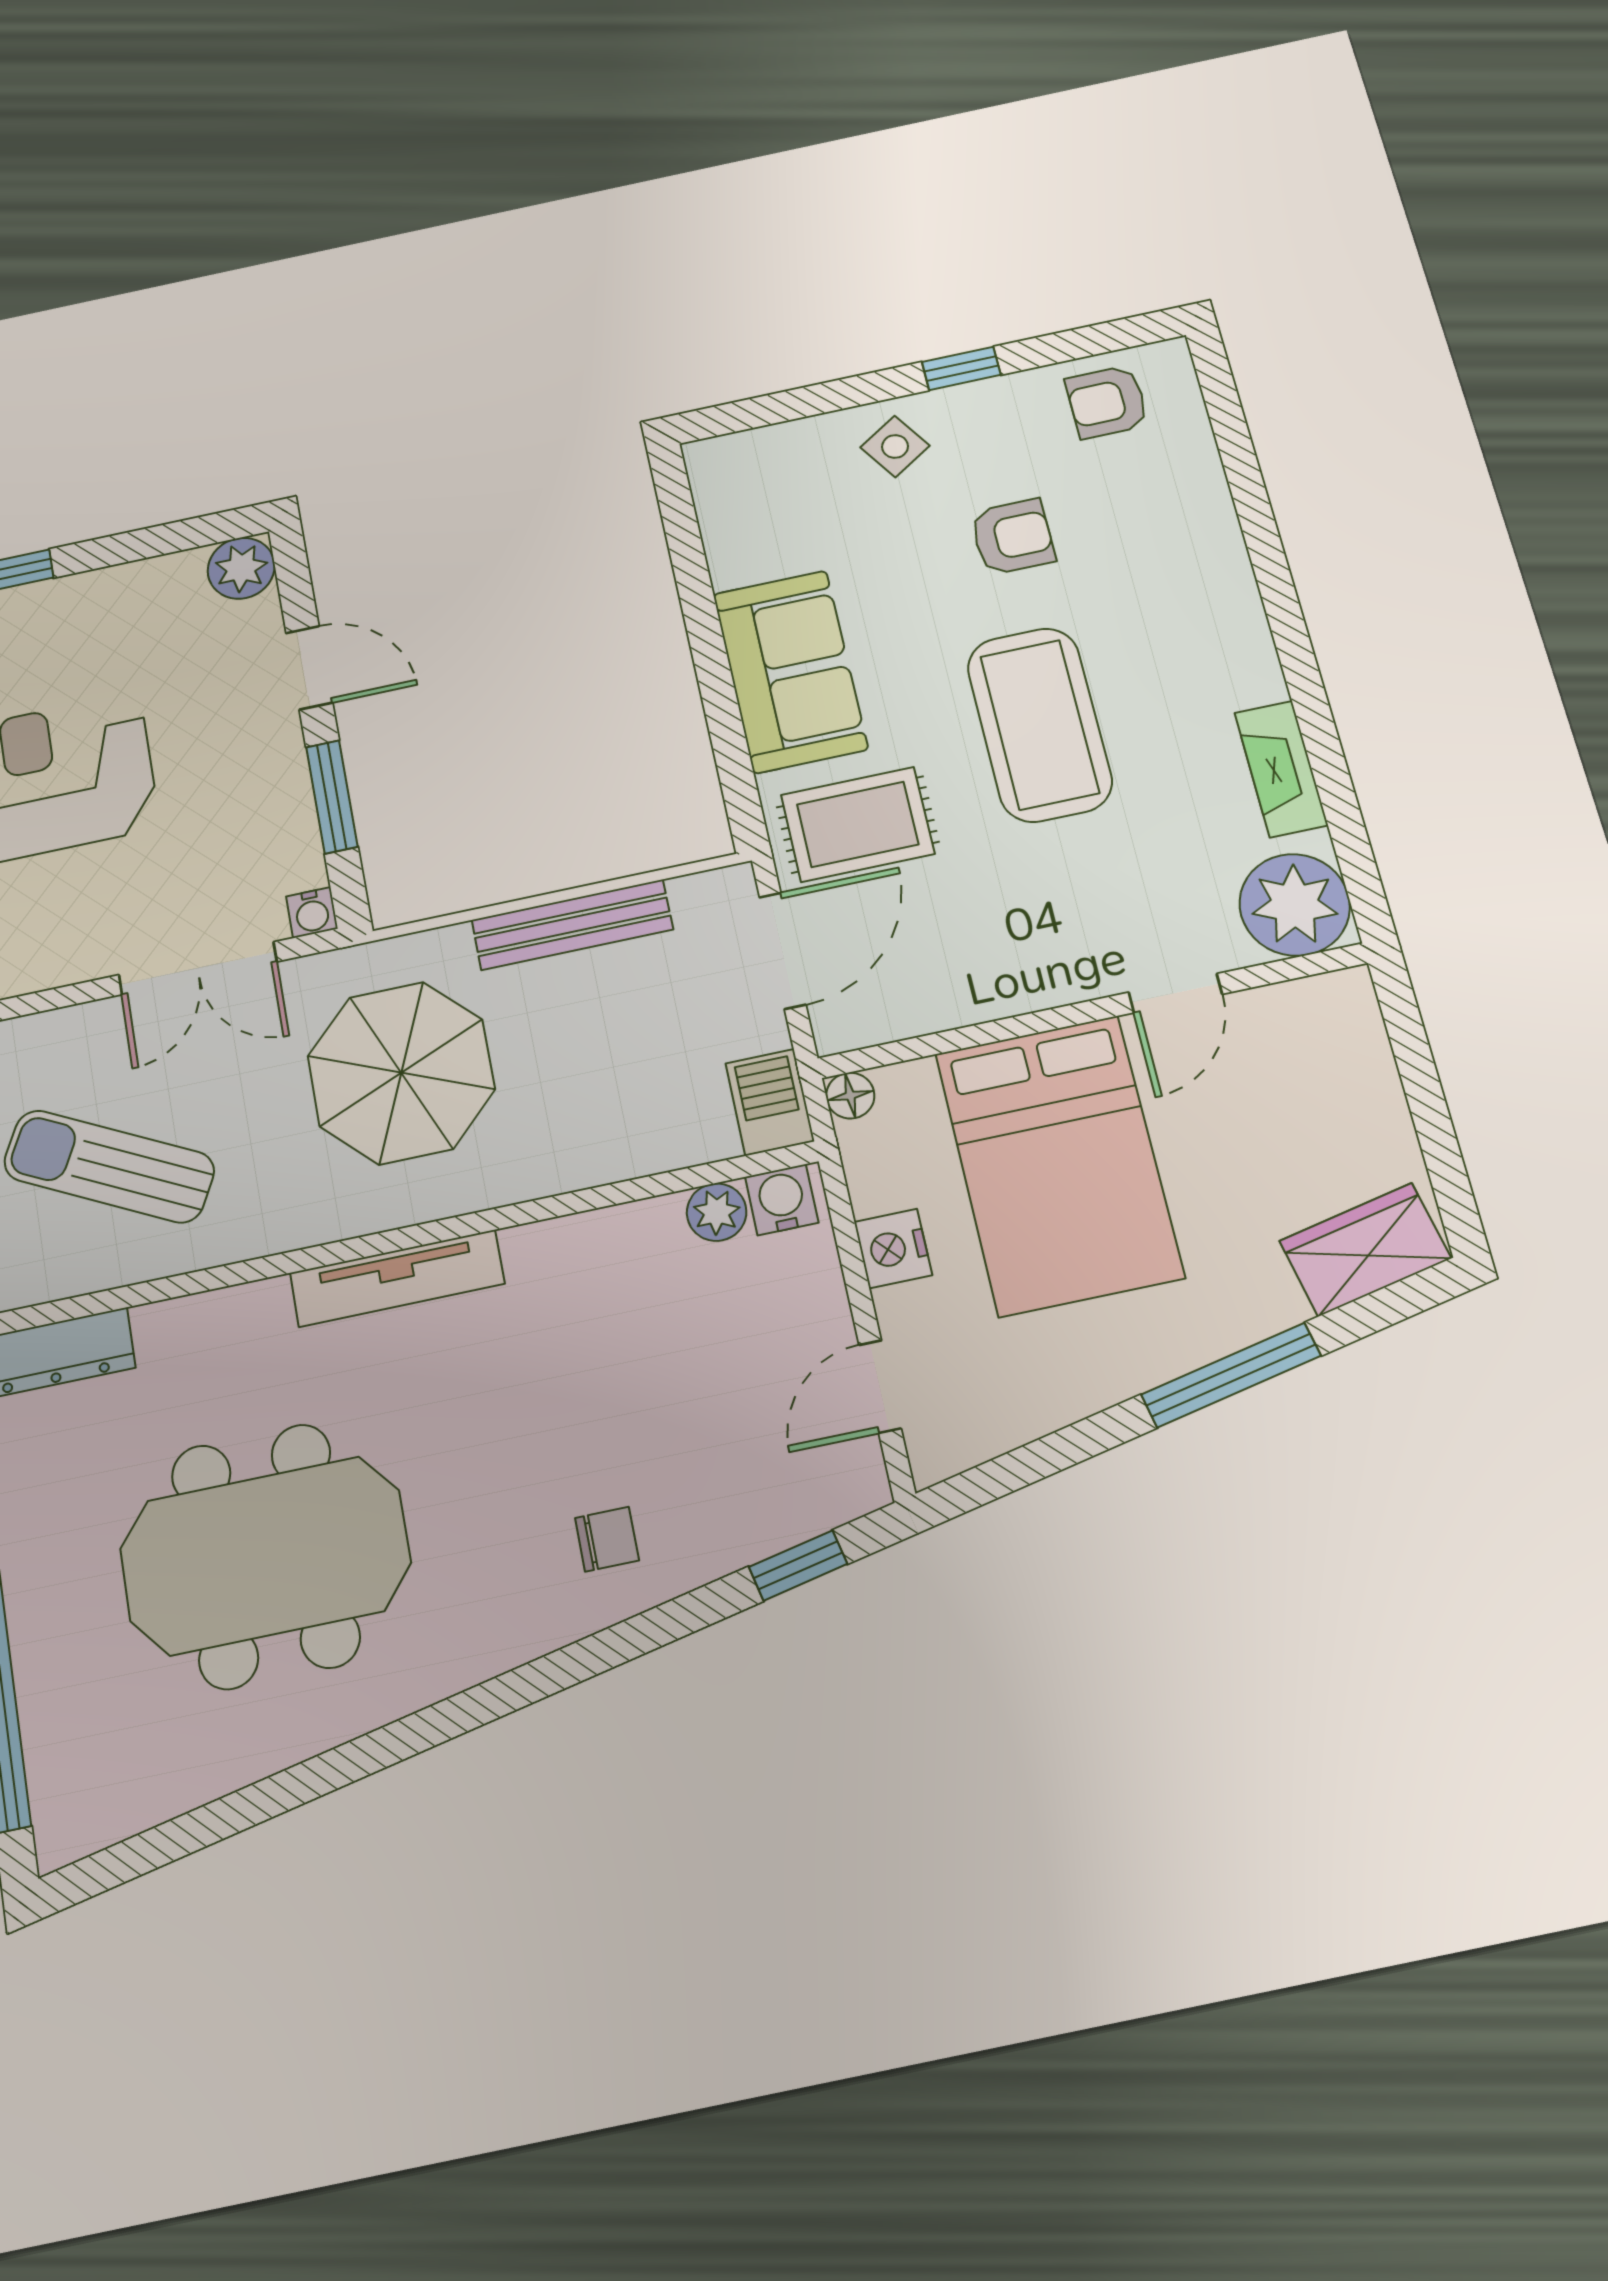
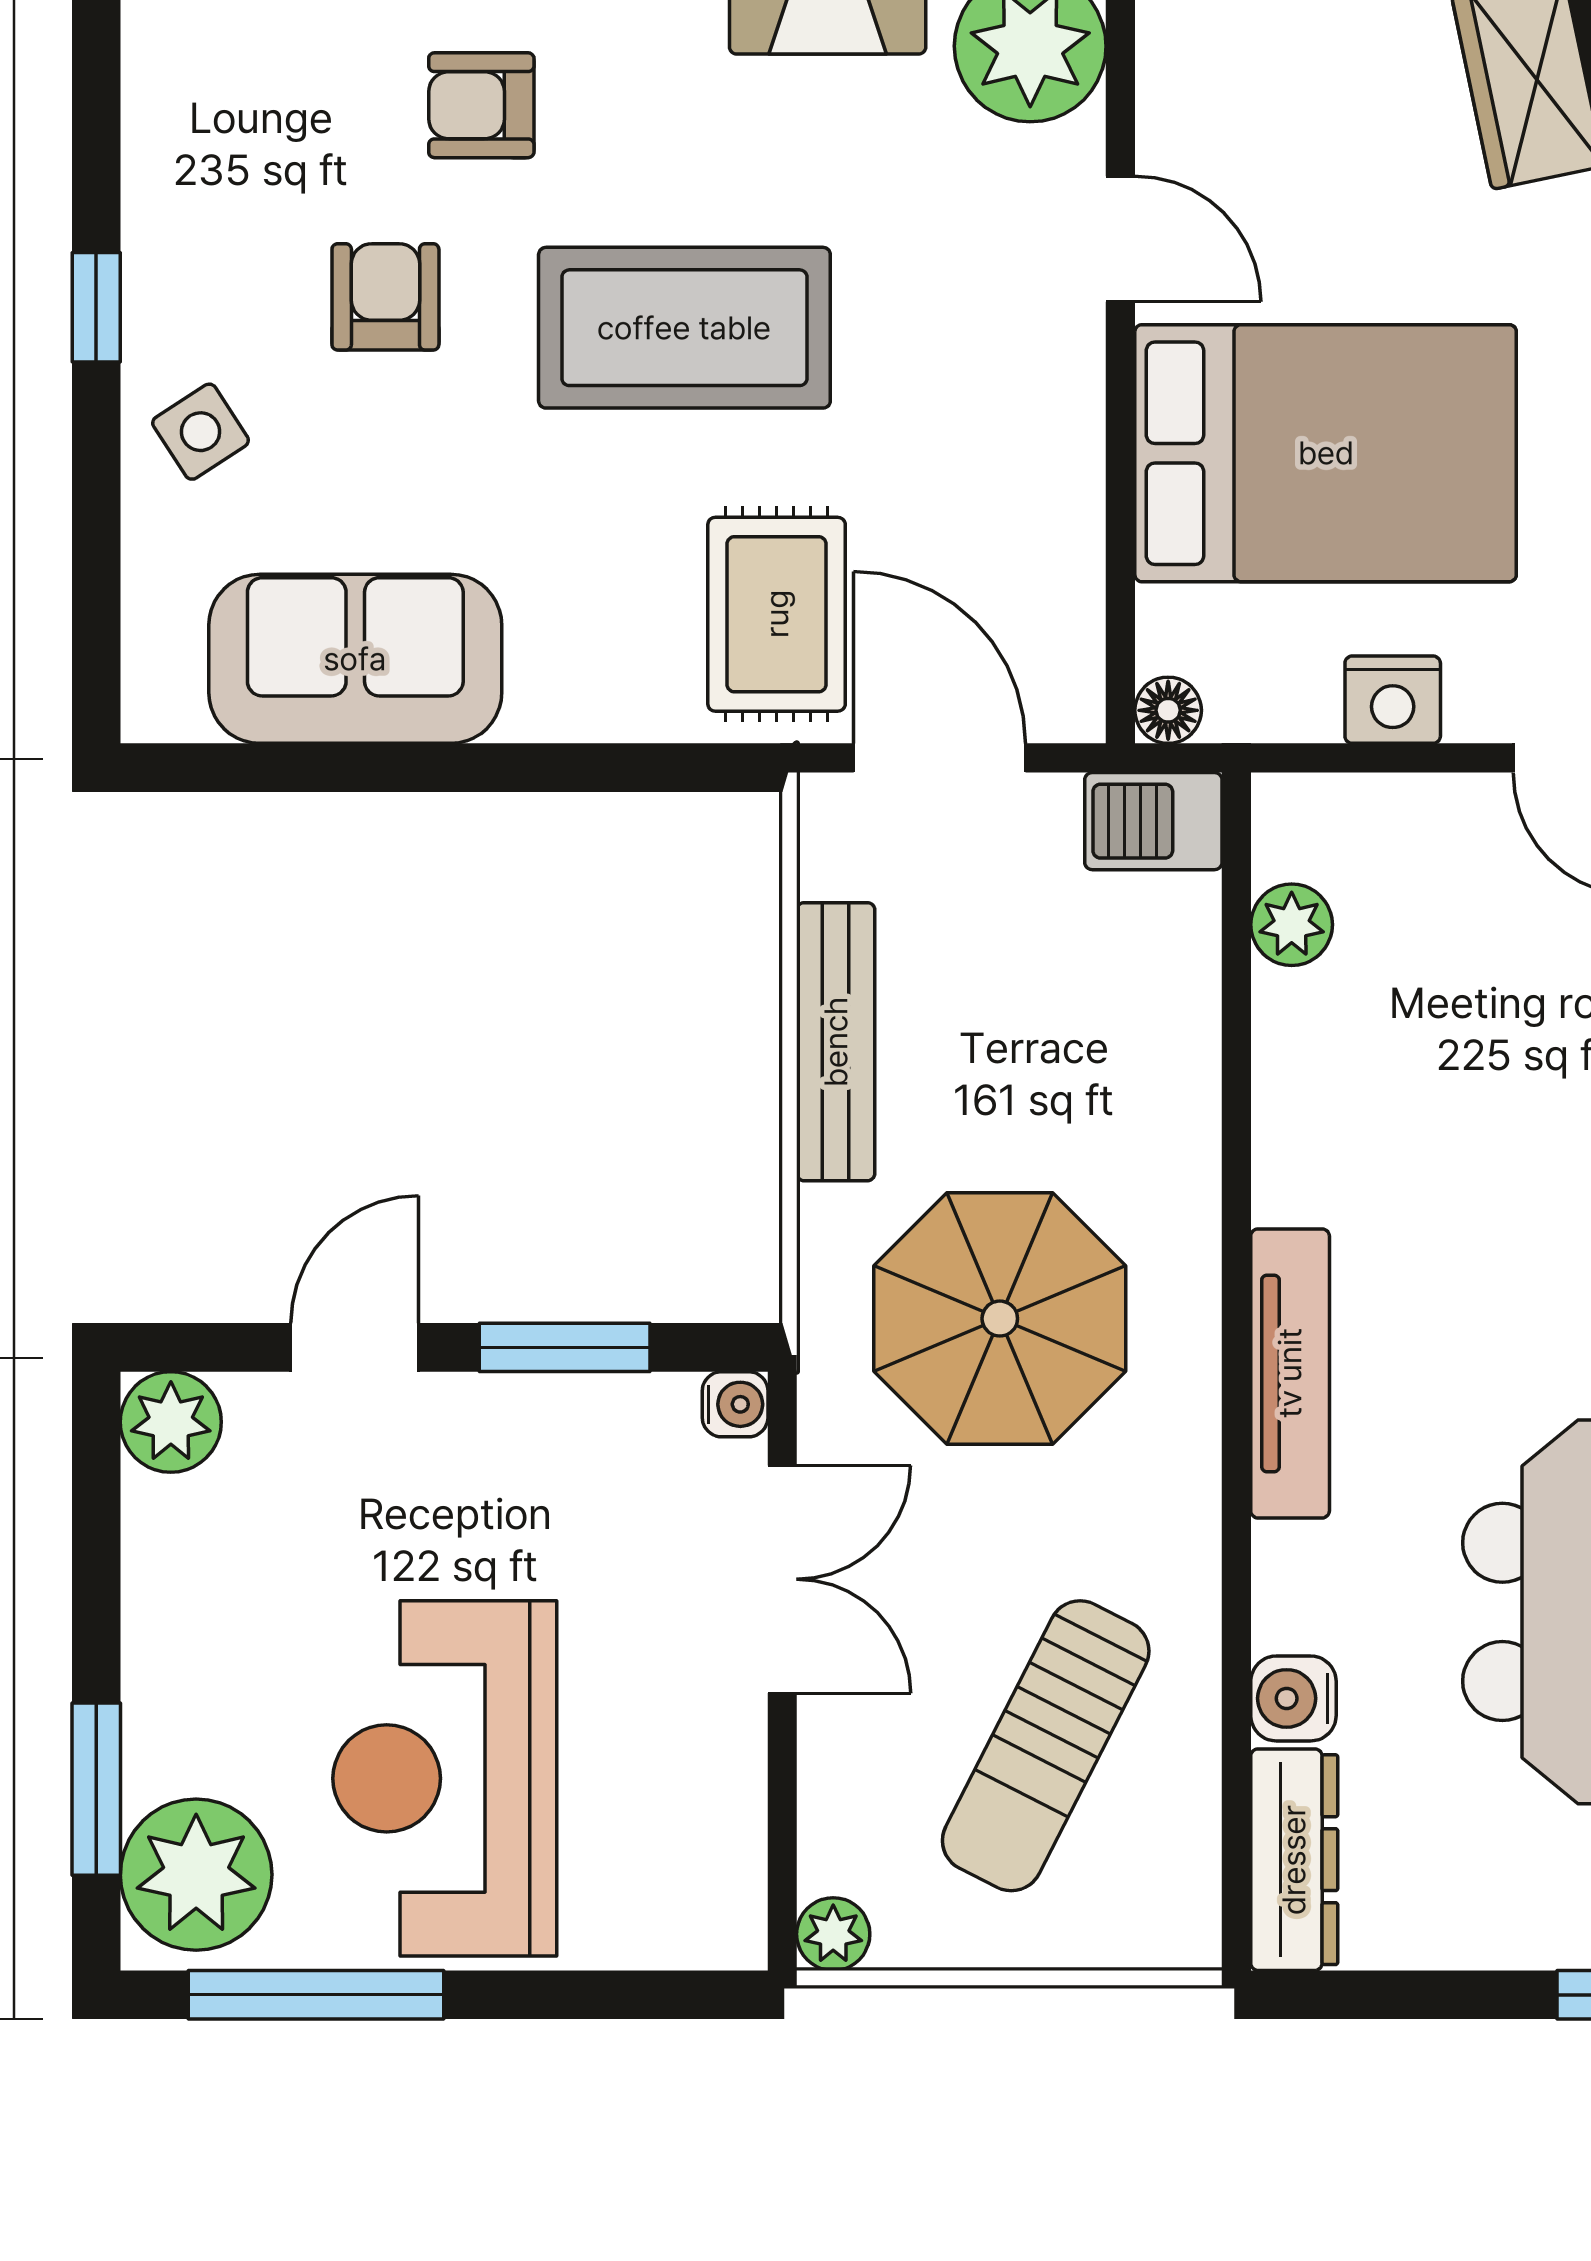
armchair: (1107, 402) -> (481, 105), moved, turned 90
sofa: (790, 671) -> (355, 659), moved
water cooler: (782, 1200) -> (1293, 1698), moved

